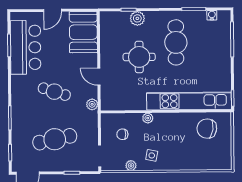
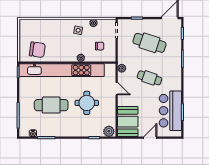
plant: (137, 18) -> (109, 131), moved
cafe table: (176, 42) -> (51, 105), moved, turned 90
kitchen unit: (189, 101) -> (62, 70), width x1.36
cafe table: (55, 139) -> (149, 43), turned 30

